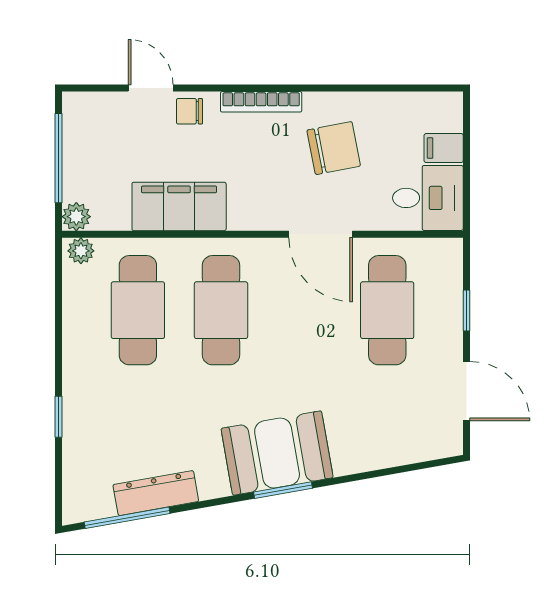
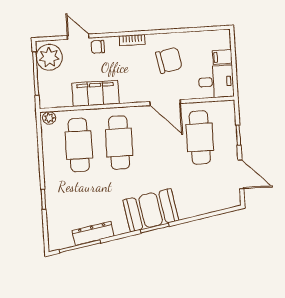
bookcase: (261, 102) -> (132, 40), width x0.64
plant: (76, 217) -> (49, 57), moved, width x1.88, depth x1.88

